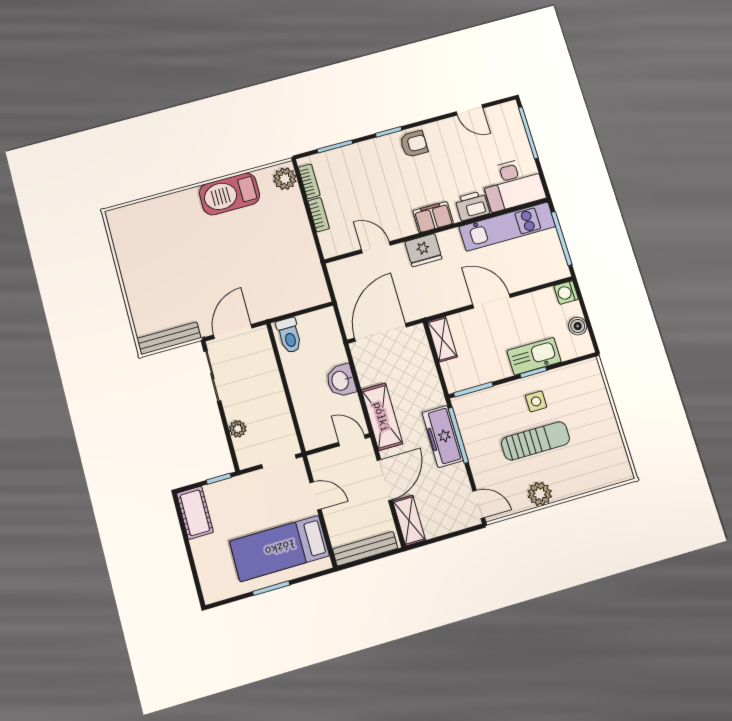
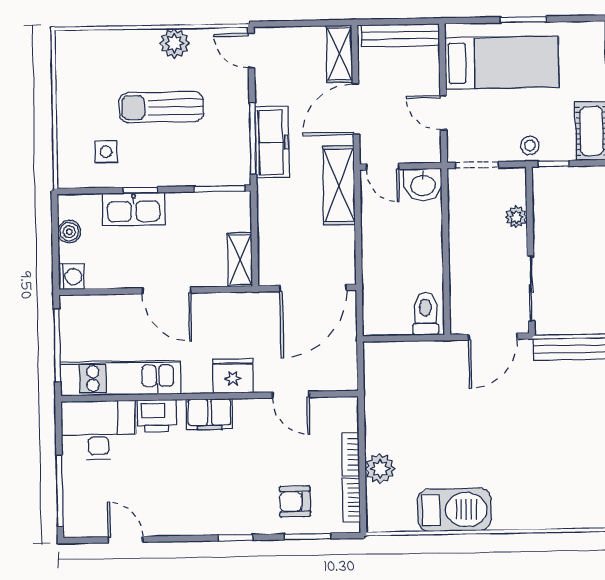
armchair: (414, 144) -> (295, 501), moved
plant: (285, 179) -> (380, 469), moved
washbasin: (341, 381) -> (423, 185), moved, turned 90
side table: (536, 401) -> (106, 152), moved
stool: (241, 488) -> (530, 145), added

